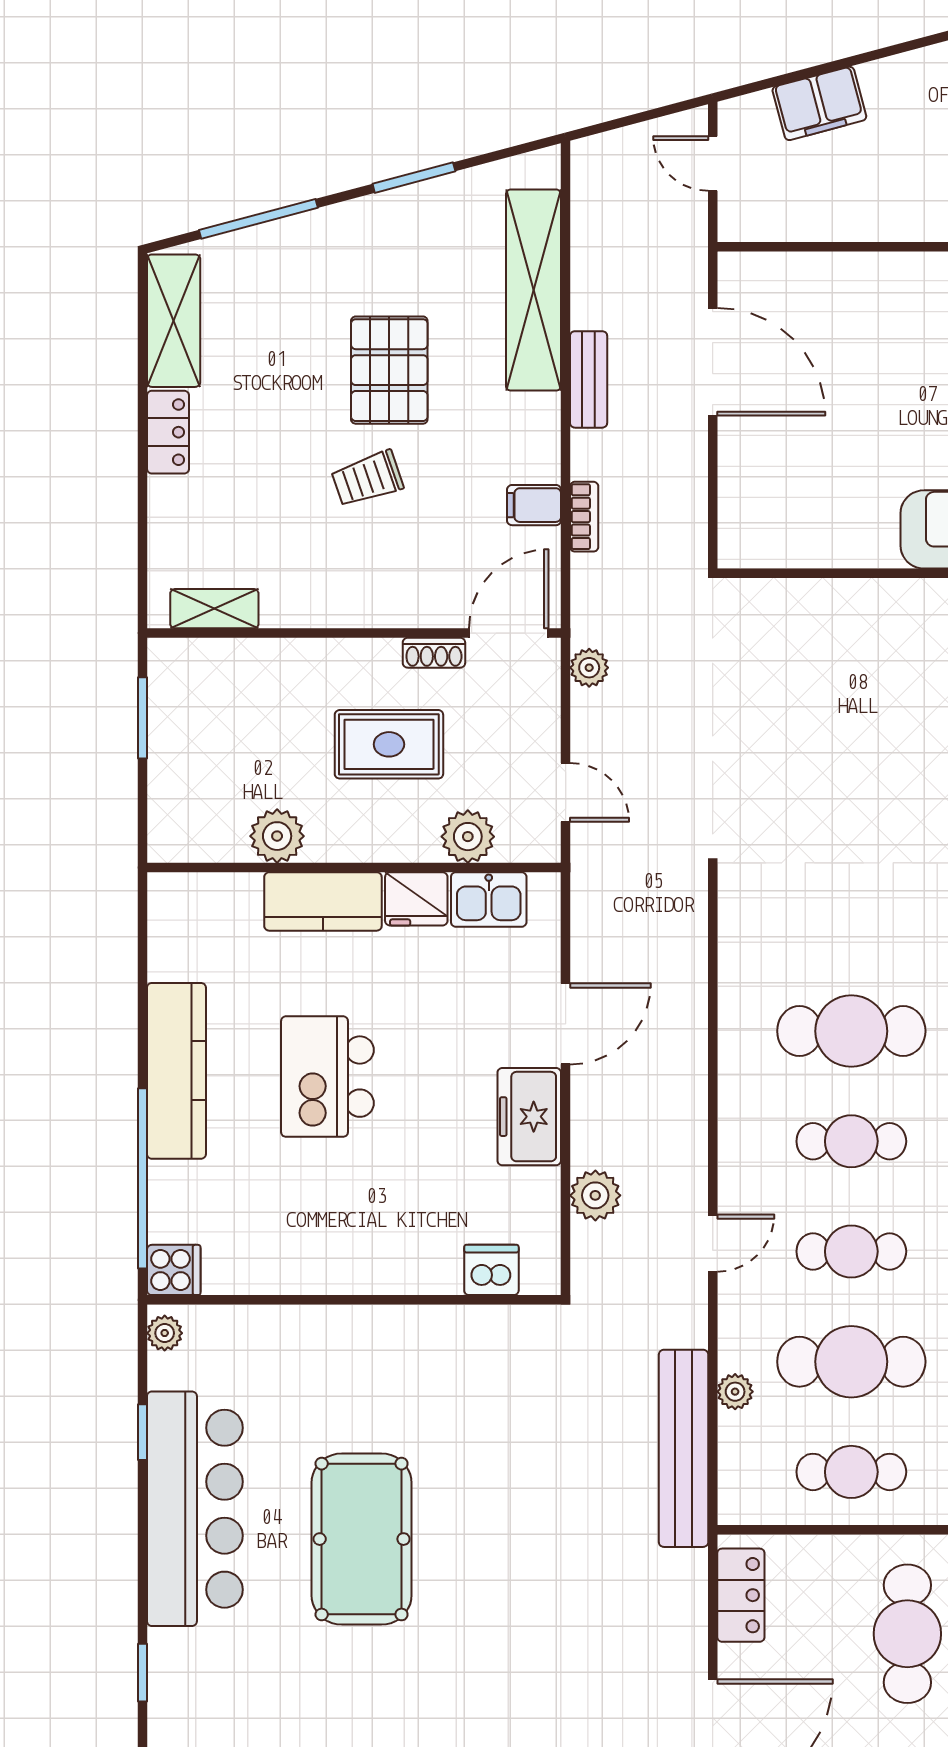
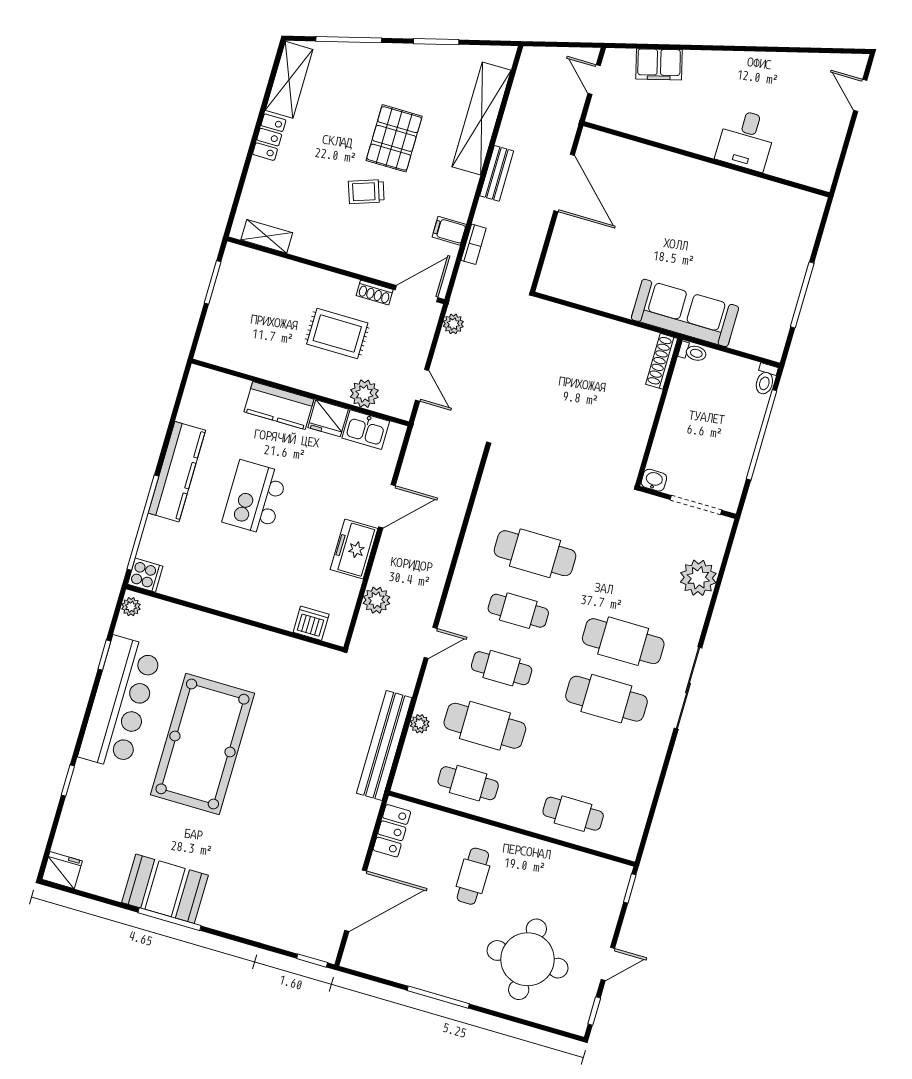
plant: (277, 836) -> (265, 364), removed
pool table: (362, 1539) -> (202, 744), width x1.36, depth x1.32
cafe table: (907, 1634) -> (473, 876), width x0.73, depth x0.74

